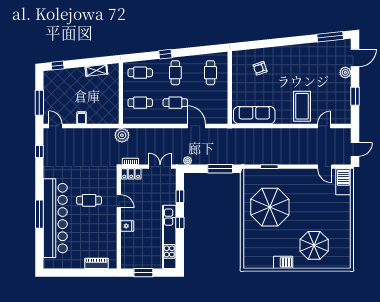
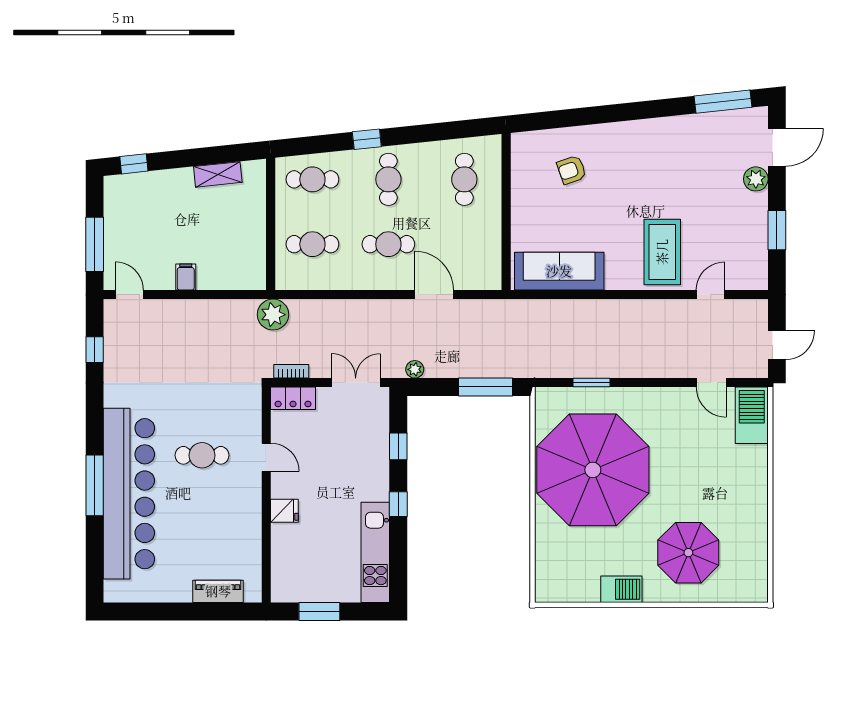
parasol: (270, 207) -> (593, 470), width x1.36, depth x1.36
kitchen unit: (169, 237) -> (375, 552), width x0.73

